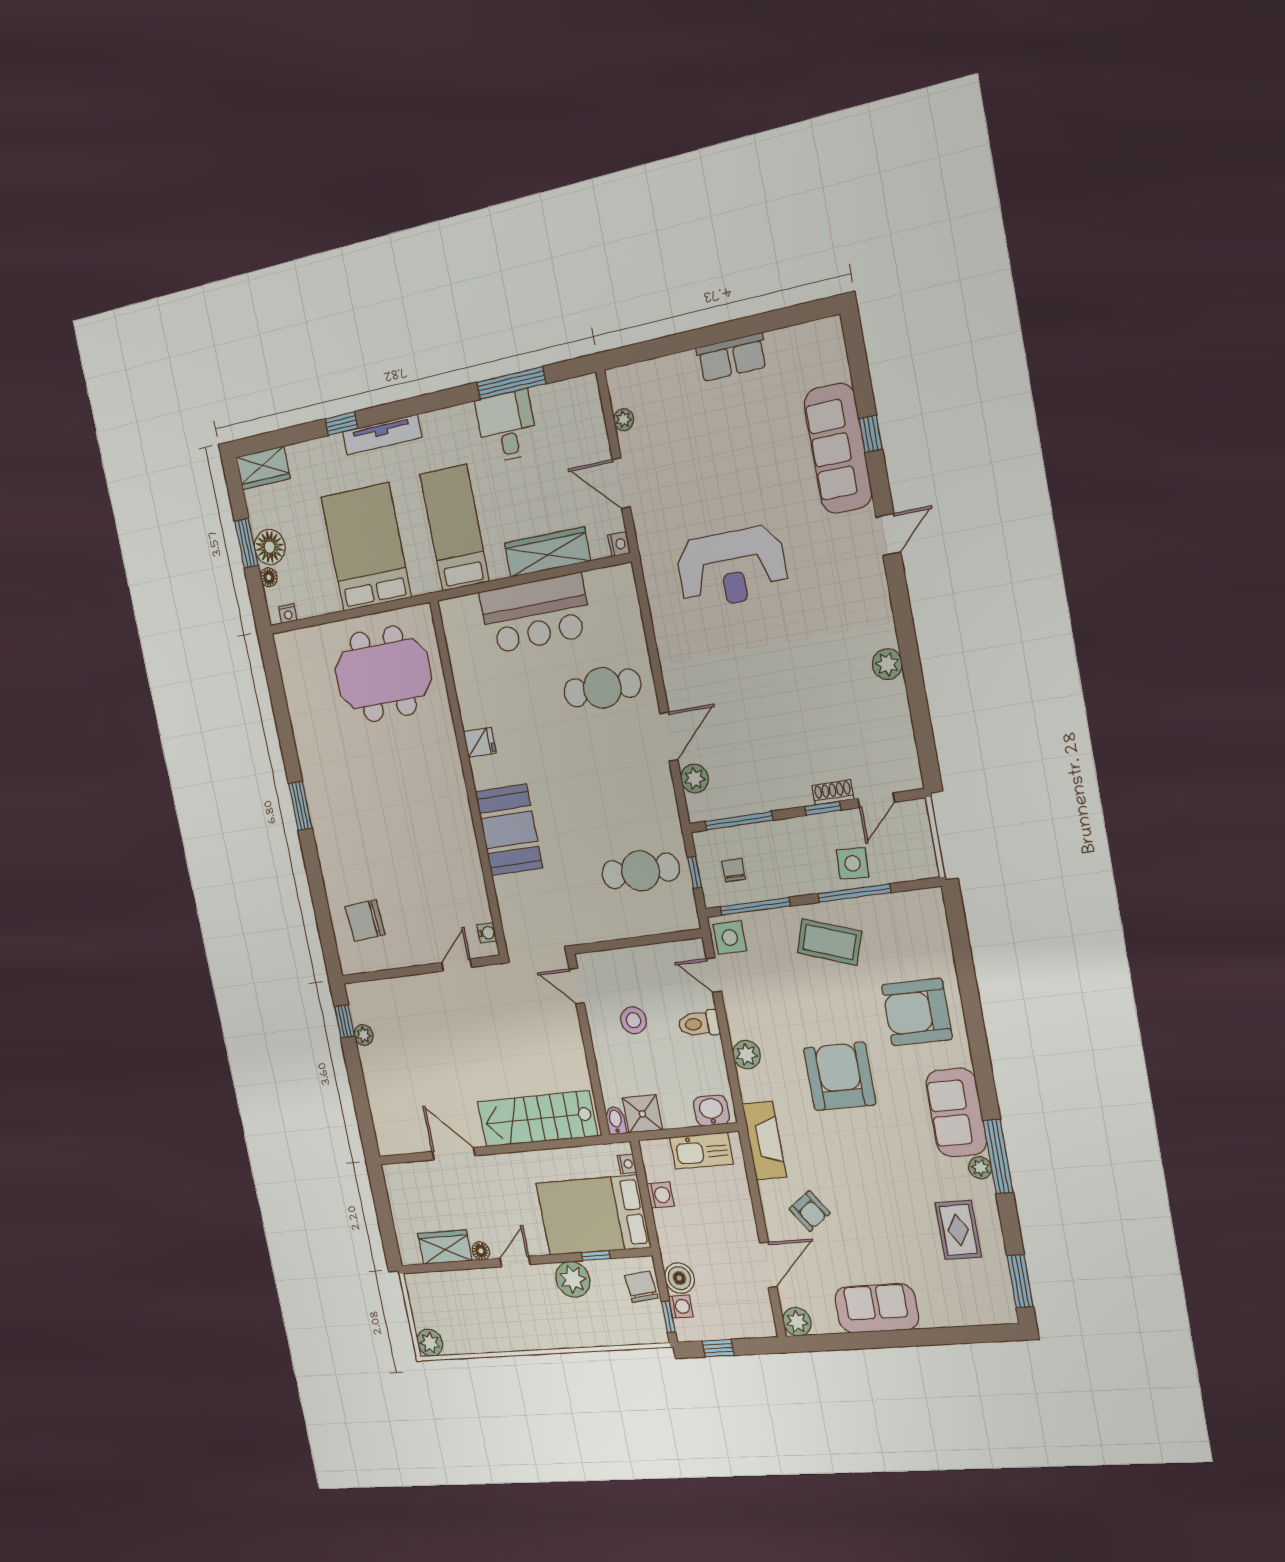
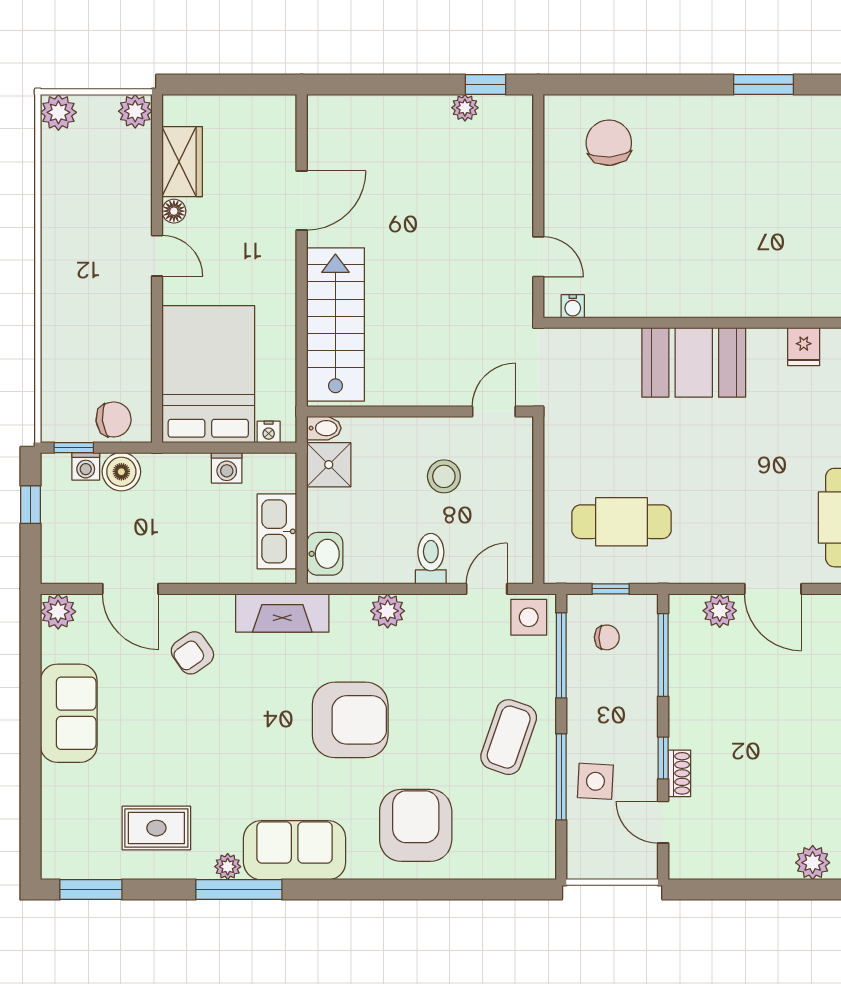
cafe table: (641, 871) -> (622, 522), turned 90
window: (596, 1256) -> (157, 367), removed
plant: (573, 1279) -> (135, 111), moved, width x0.73, depth x0.73

